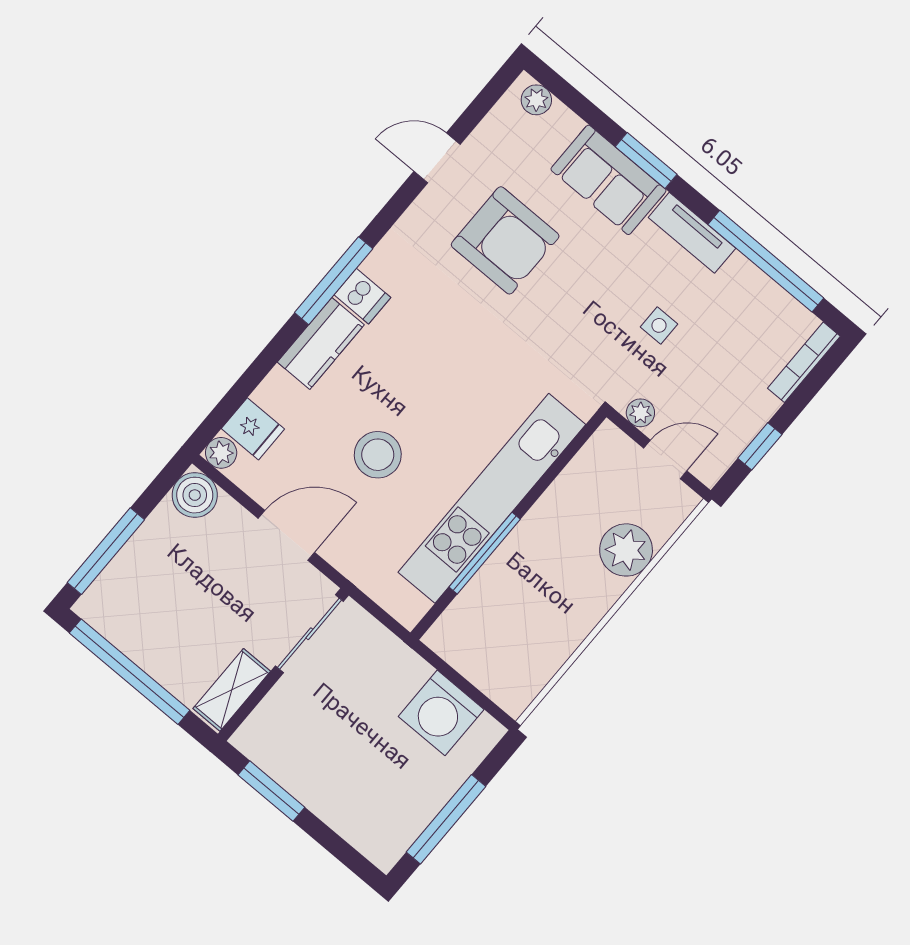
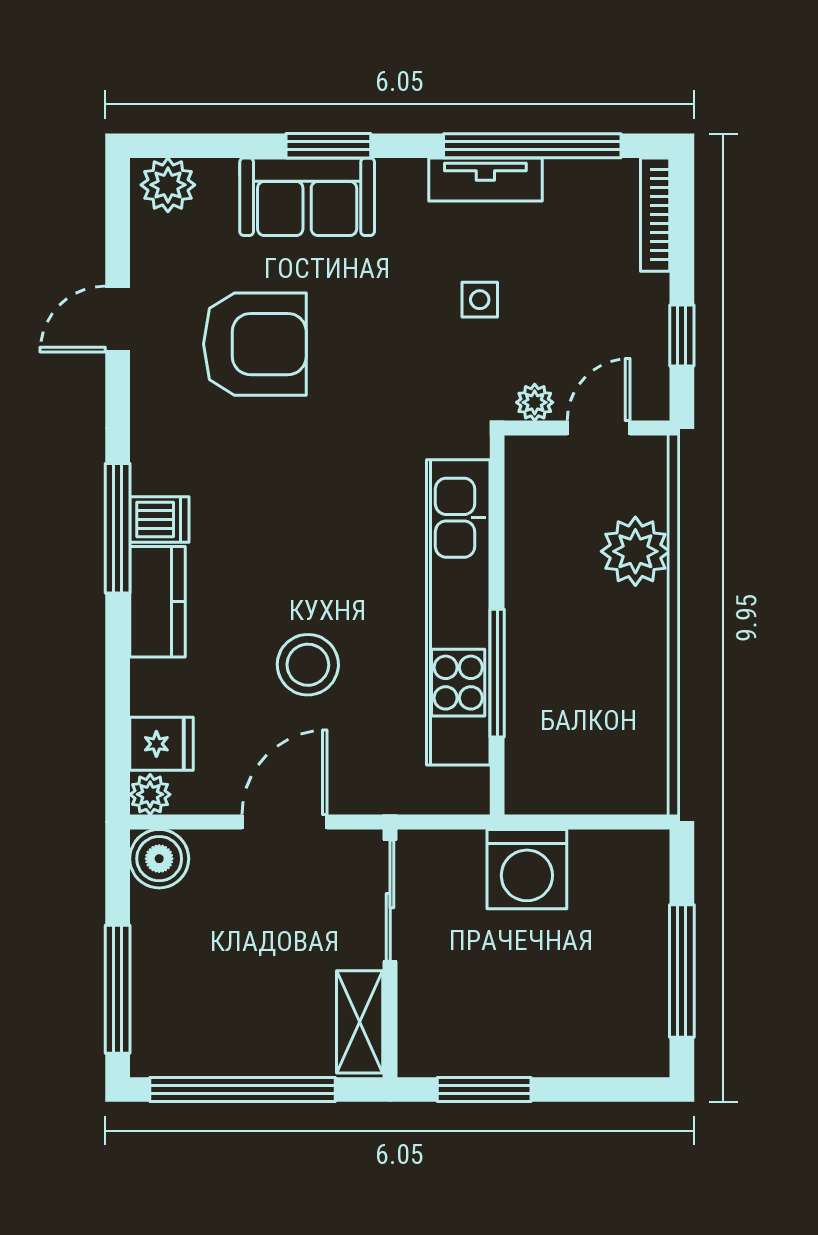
plant: (536, 100) -> (168, 185), width x1.38, depth x1.38
tv unit: (692, 233) -> (485, 180), moved
washing machine: (441, 713) -> (527, 869), moved

